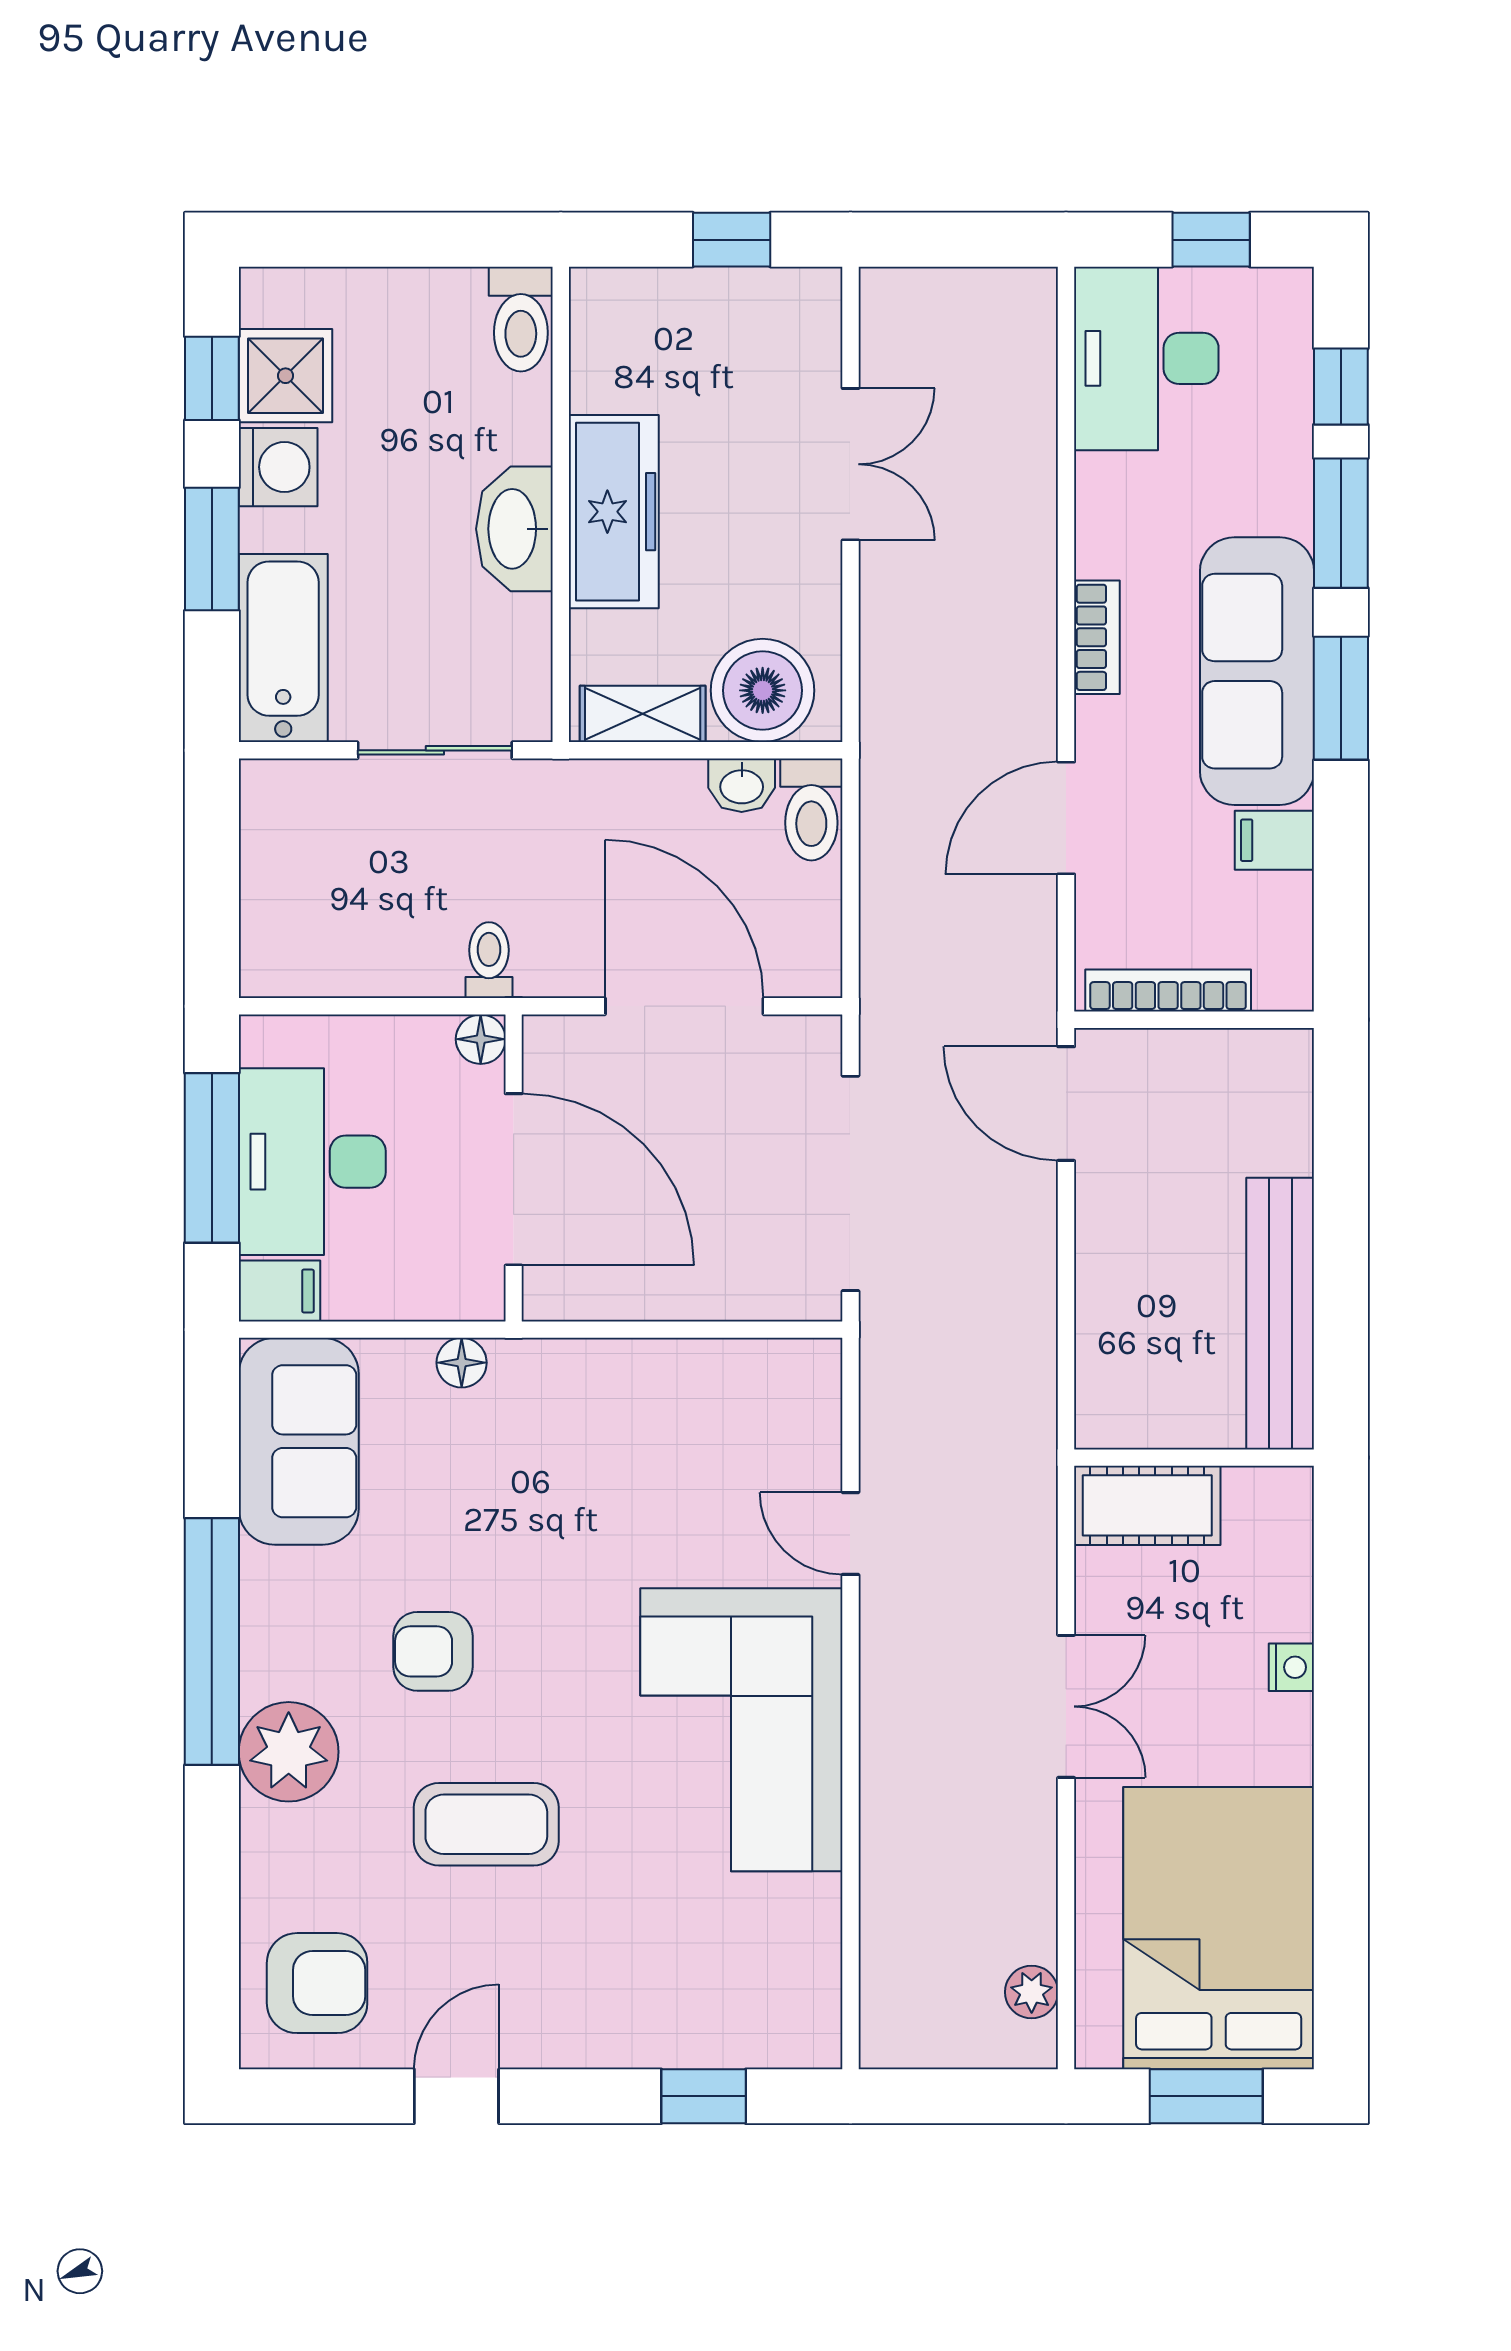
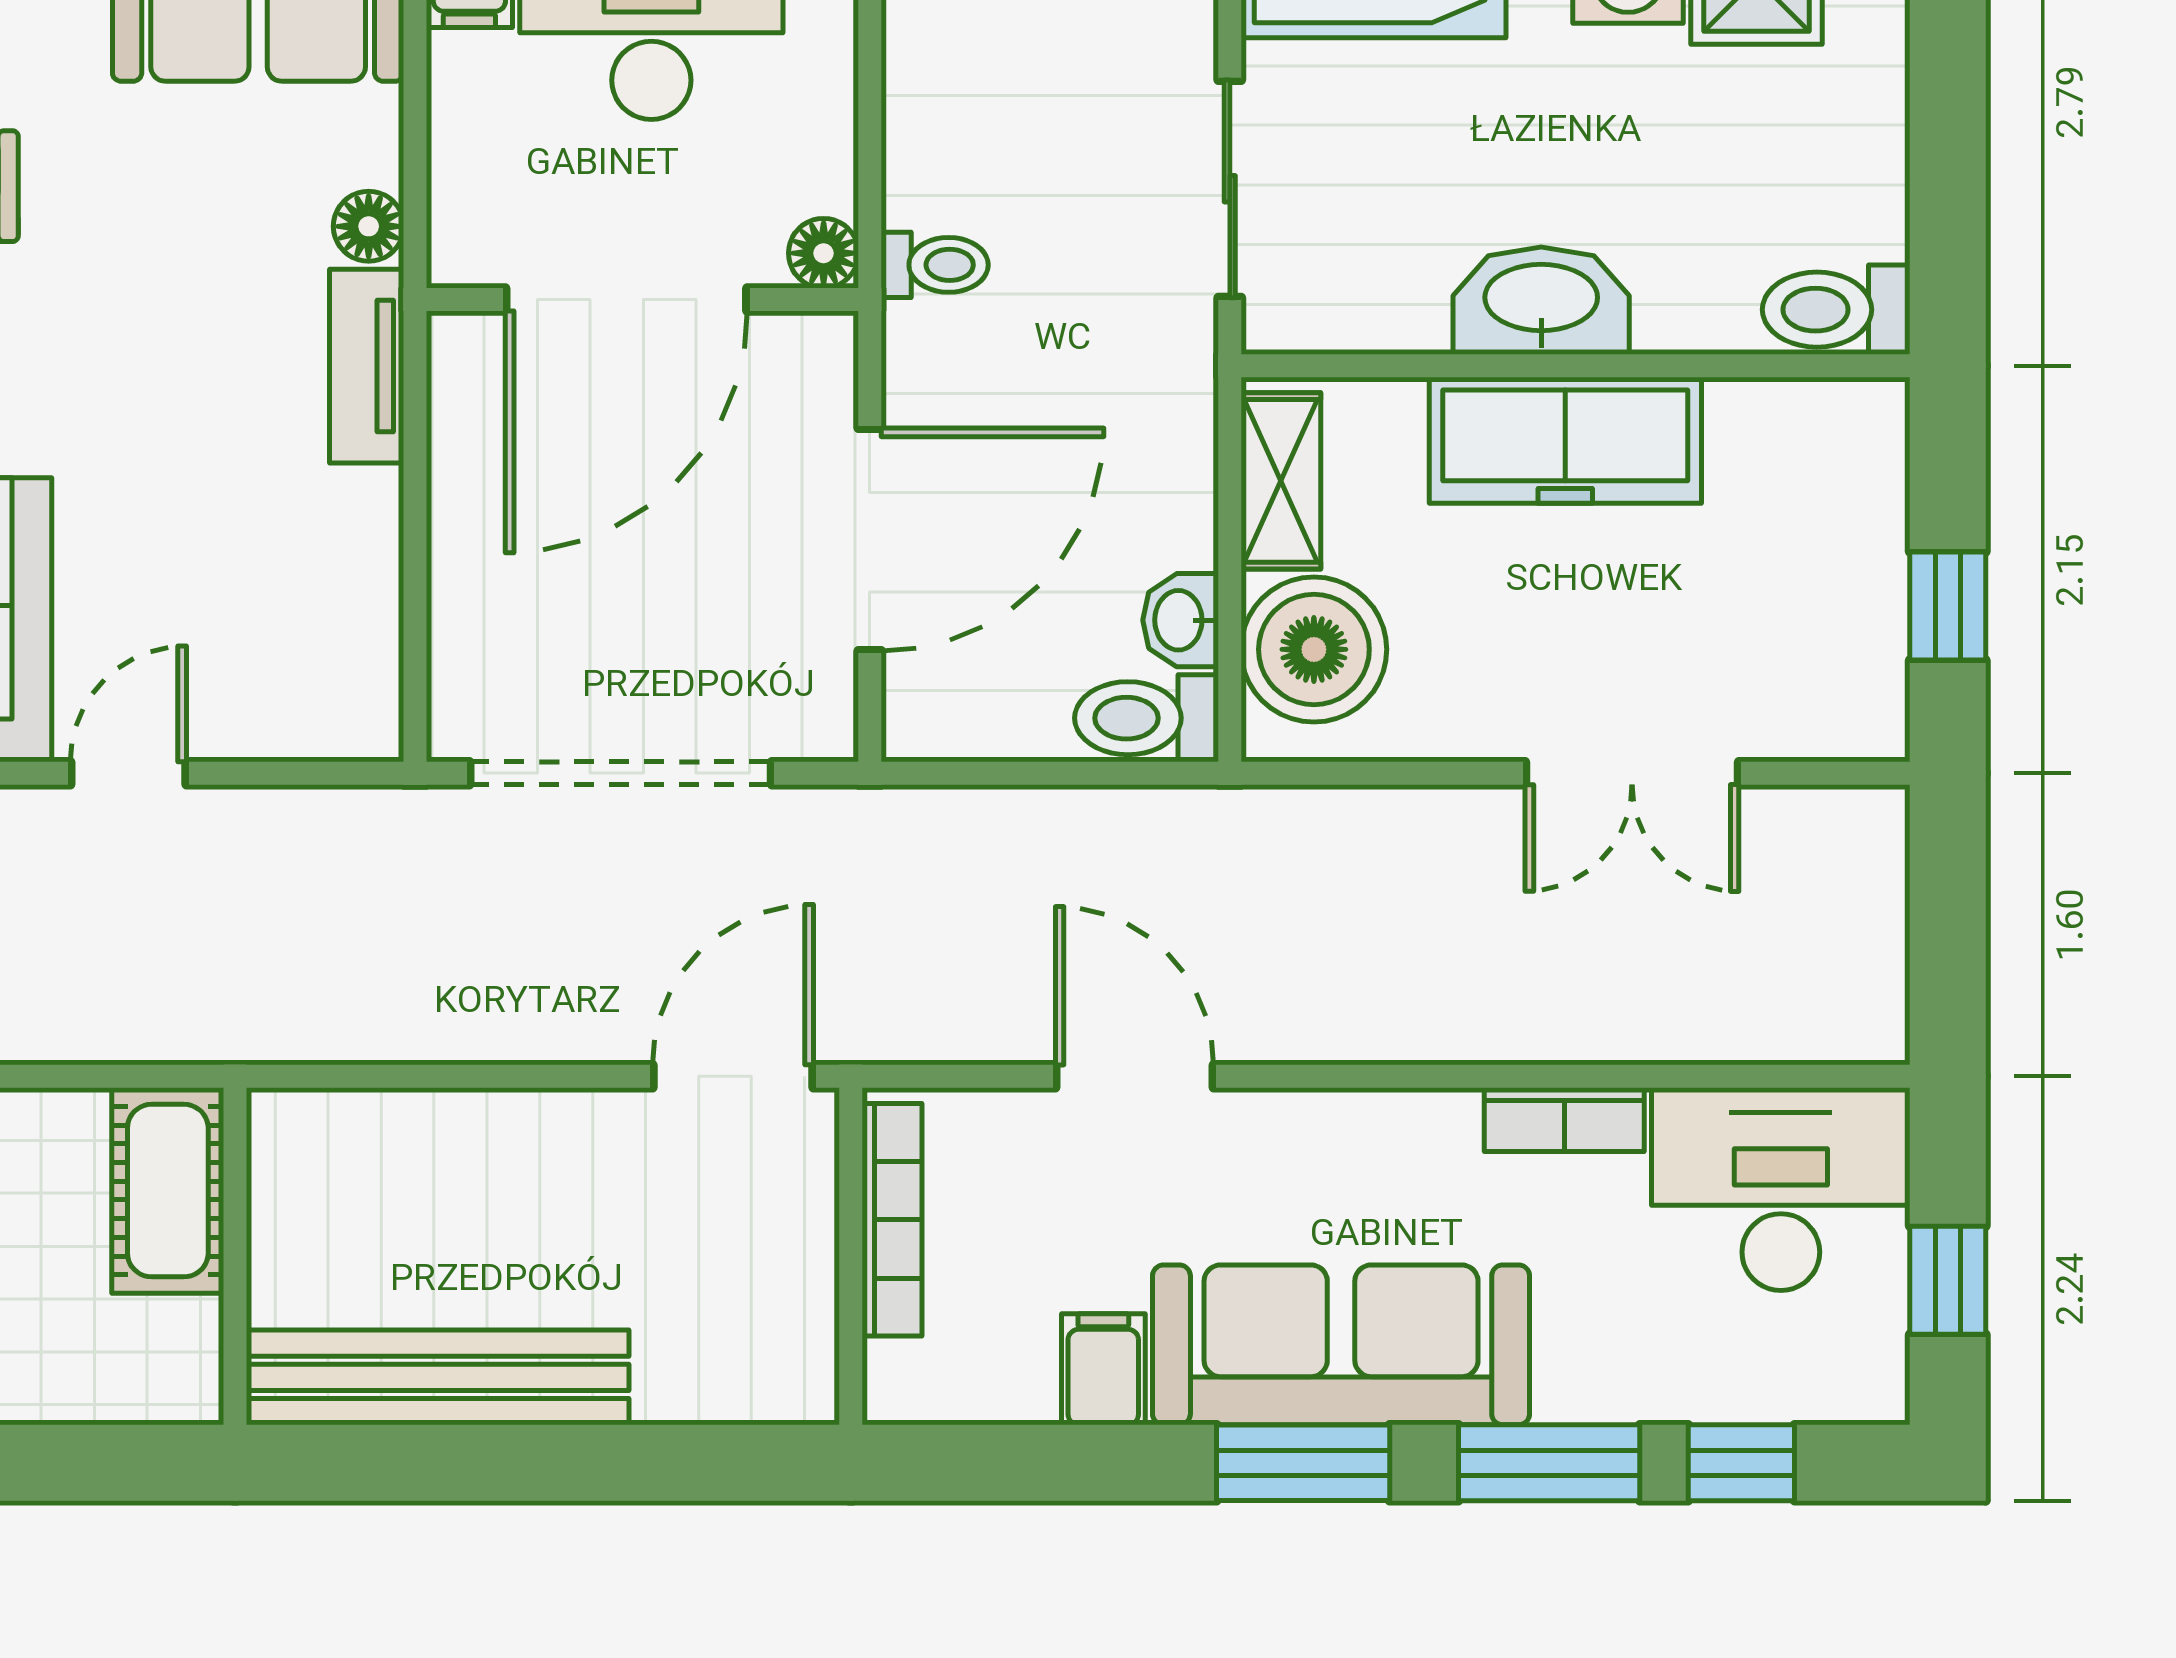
bookcase: (1097, 637) -> (1564, 1120), moved
tv unit: (561, 1364) -> (367, 366), added

